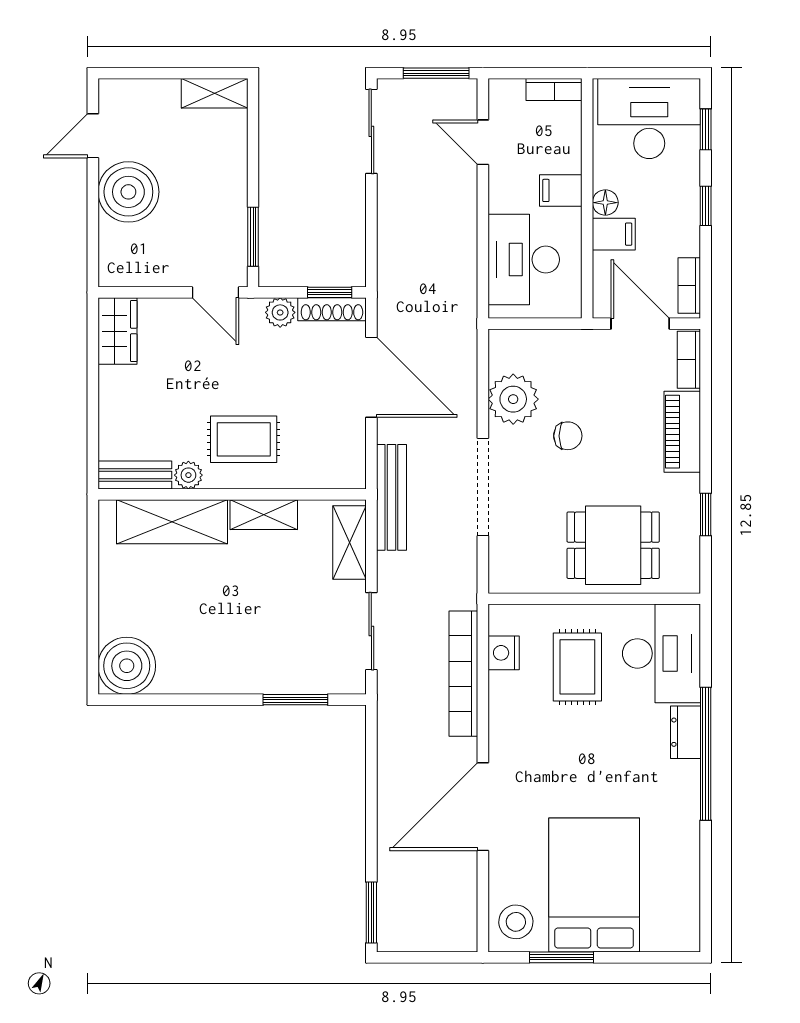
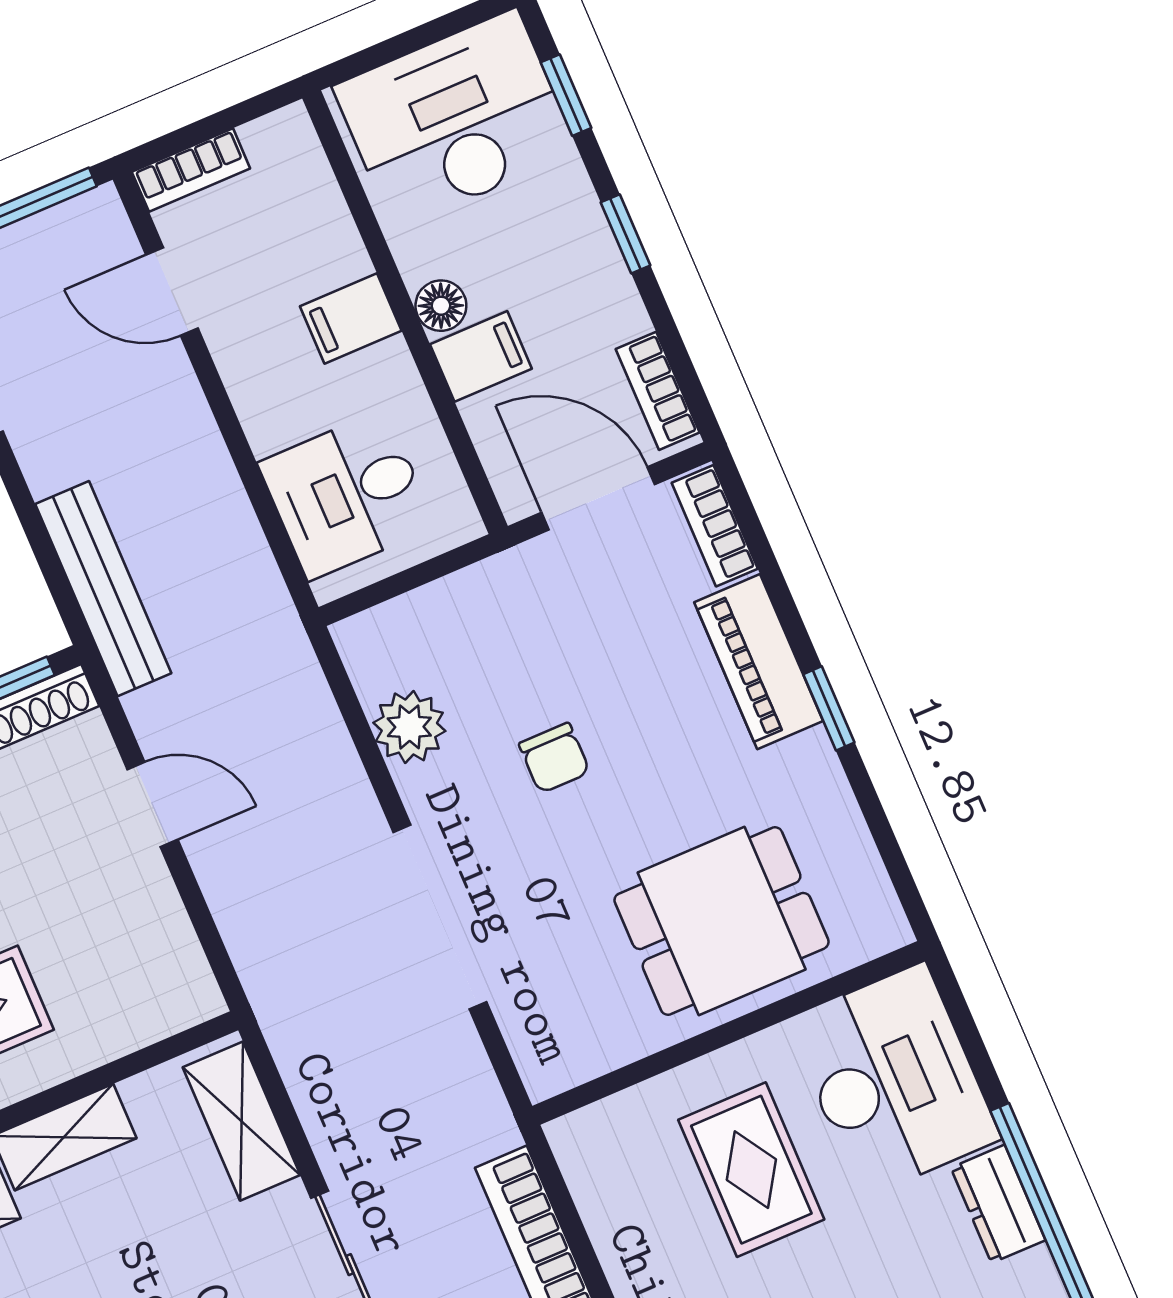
bookcase: (554, 89) -> (191, 170), moved
desk: (524, 260) -> (347, 495), width x0.73
door: (371, 377) -> (153, 804), width x0.53
plant: (513, 399) -> (409, 727), width x0.73, depth x0.73
chair: (568, 436) -> (554, 758), turned 90
bench: (391, 497) -> (103, 589), moved
window: (706, 514) -> (829, 708), moved
nightstand: (504, 653) -> (607, 1201), removed

